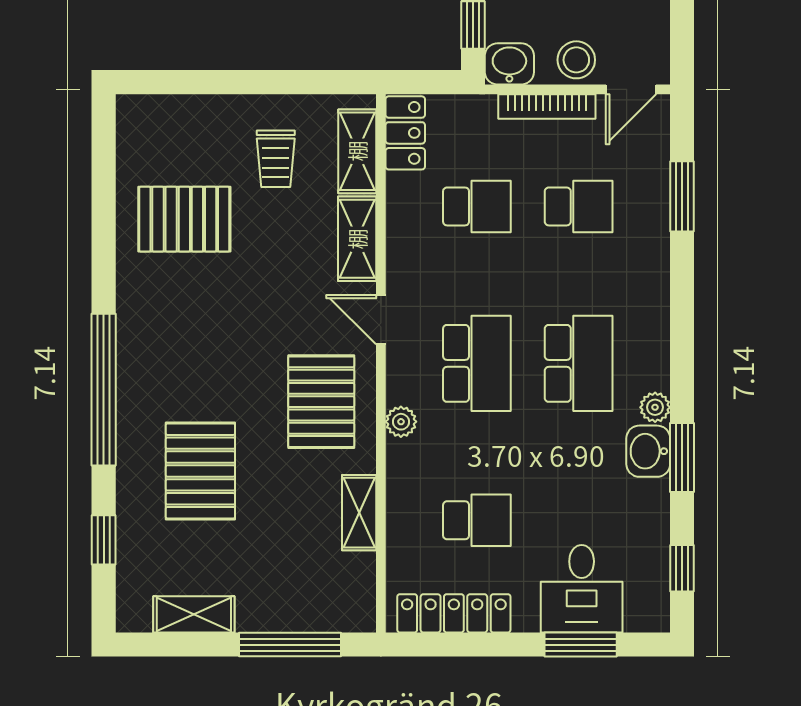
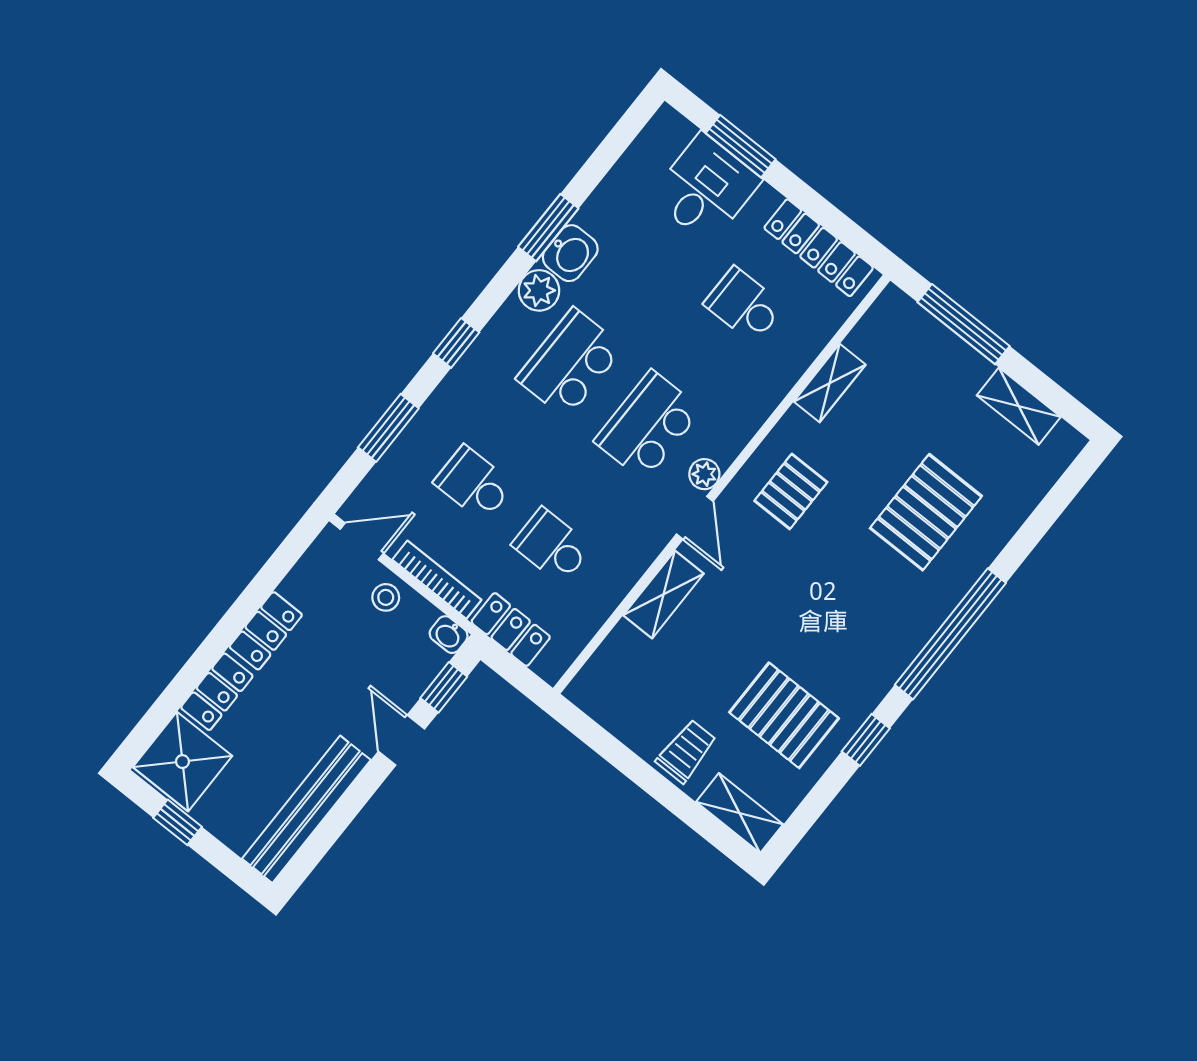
stool: (576, 60) -> (386, 597), width x0.73, depth x0.73
washbasin: (509, 64) -> (449, 635), width x0.72, depth x0.69
locker: (405, 133) -> (511, 630), moved, turned 90
shelving: (357, 151) -> (740, 813), moved, turned 90
trolley: (276, 159) -> (686, 751), moved
pallet: (321, 402) -> (791, 491), width x0.67, depth x0.71
plant: (655, 407) -> (539, 290), width x1.38, depth x1.38
plant: (401, 422) -> (704, 474), moved
window: (104, 540) -> (866, 740), moved
window: (682, 568) -> (456, 343), moved

